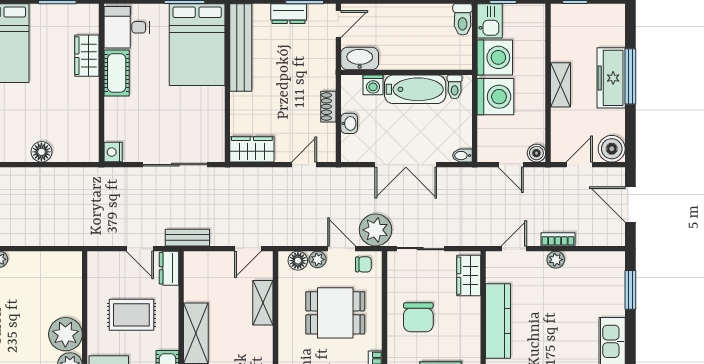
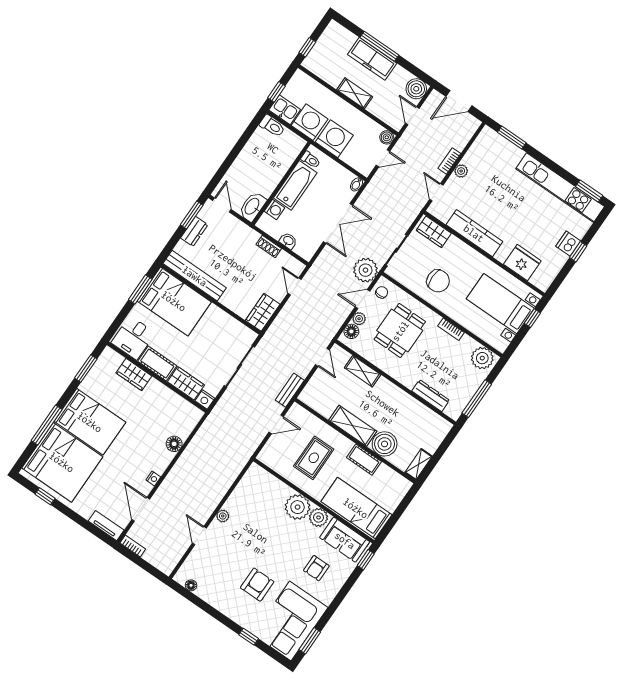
wardrobe: (116, 119) -> (186, 383), added
dresser: (169, 268) -> (301, 415), removed

